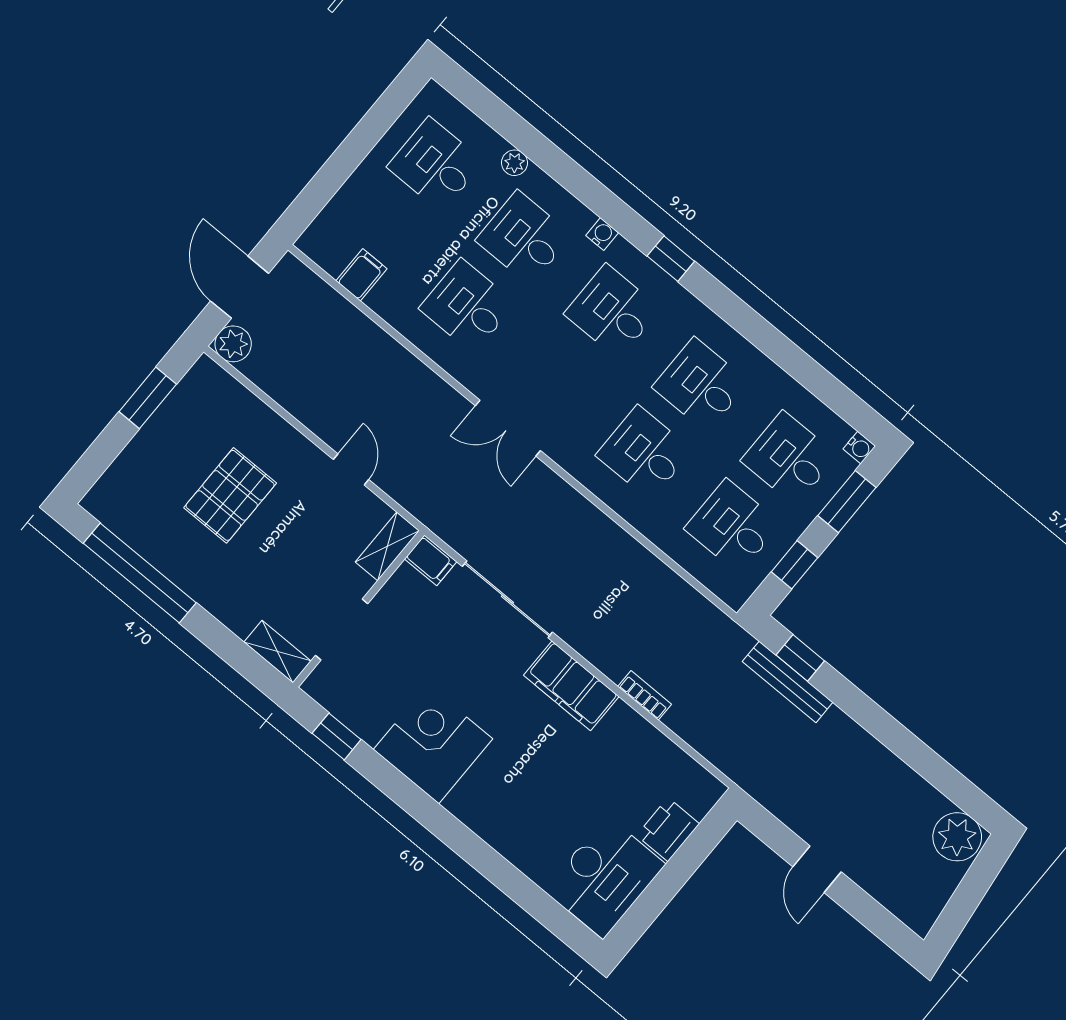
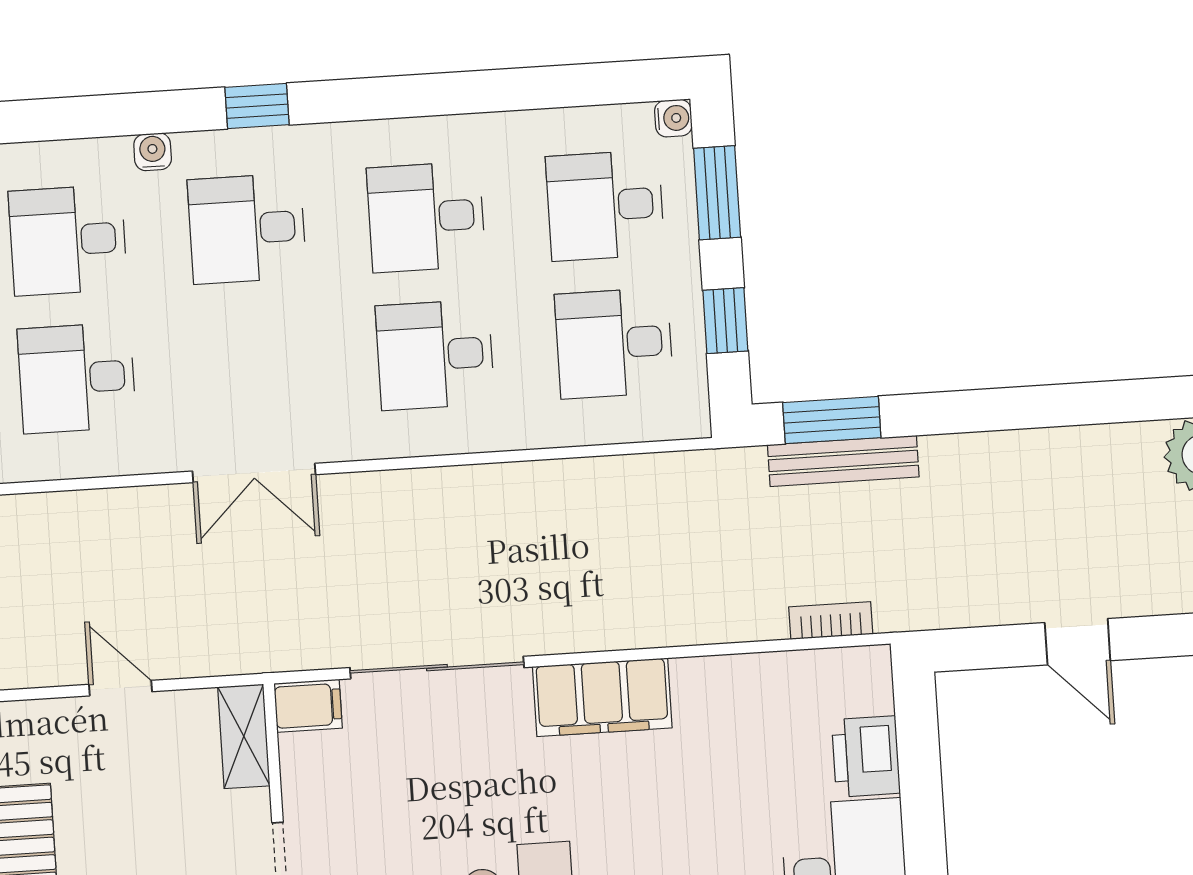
window: (800, 658) -> (832, 420), width x1.50
bookcase: (645, 695) -> (831, 621), moved

